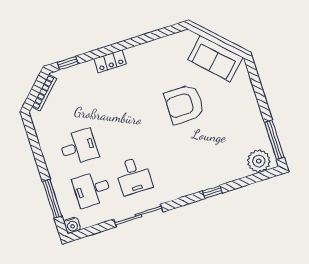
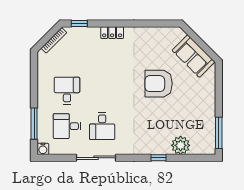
desk: (79, 147) -> (67, 91), turned -90
plant: (259, 161) -> (181, 145), moved

